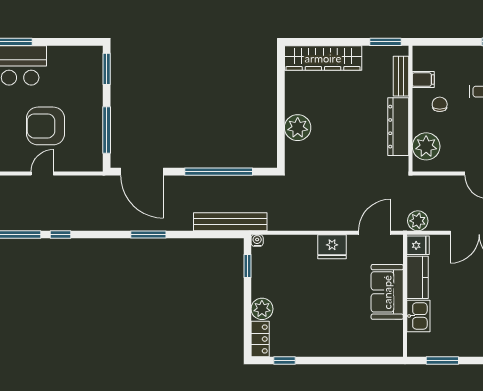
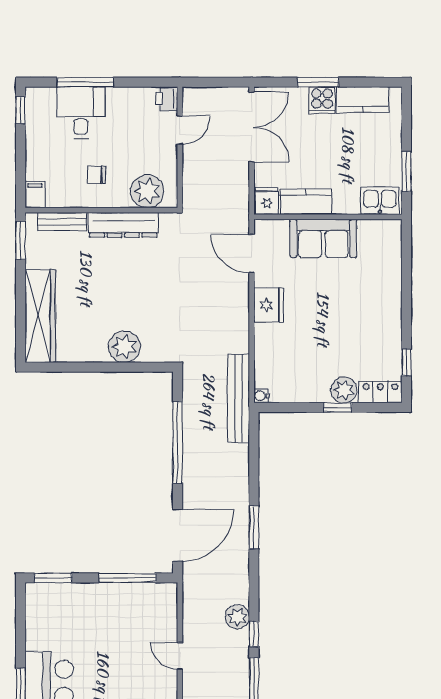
filing cabinet: (423, 80) -> (35, 195), moved
armchair: (46, 126) -> (122, 652), removed
plant: (418, 221) -> (237, 617), moved
bench: (230, 222) -> (238, 398), moved
window: (247, 266) -> (338, 407), moved
kitchen sink: (418, 316) -> (380, 201), moved

